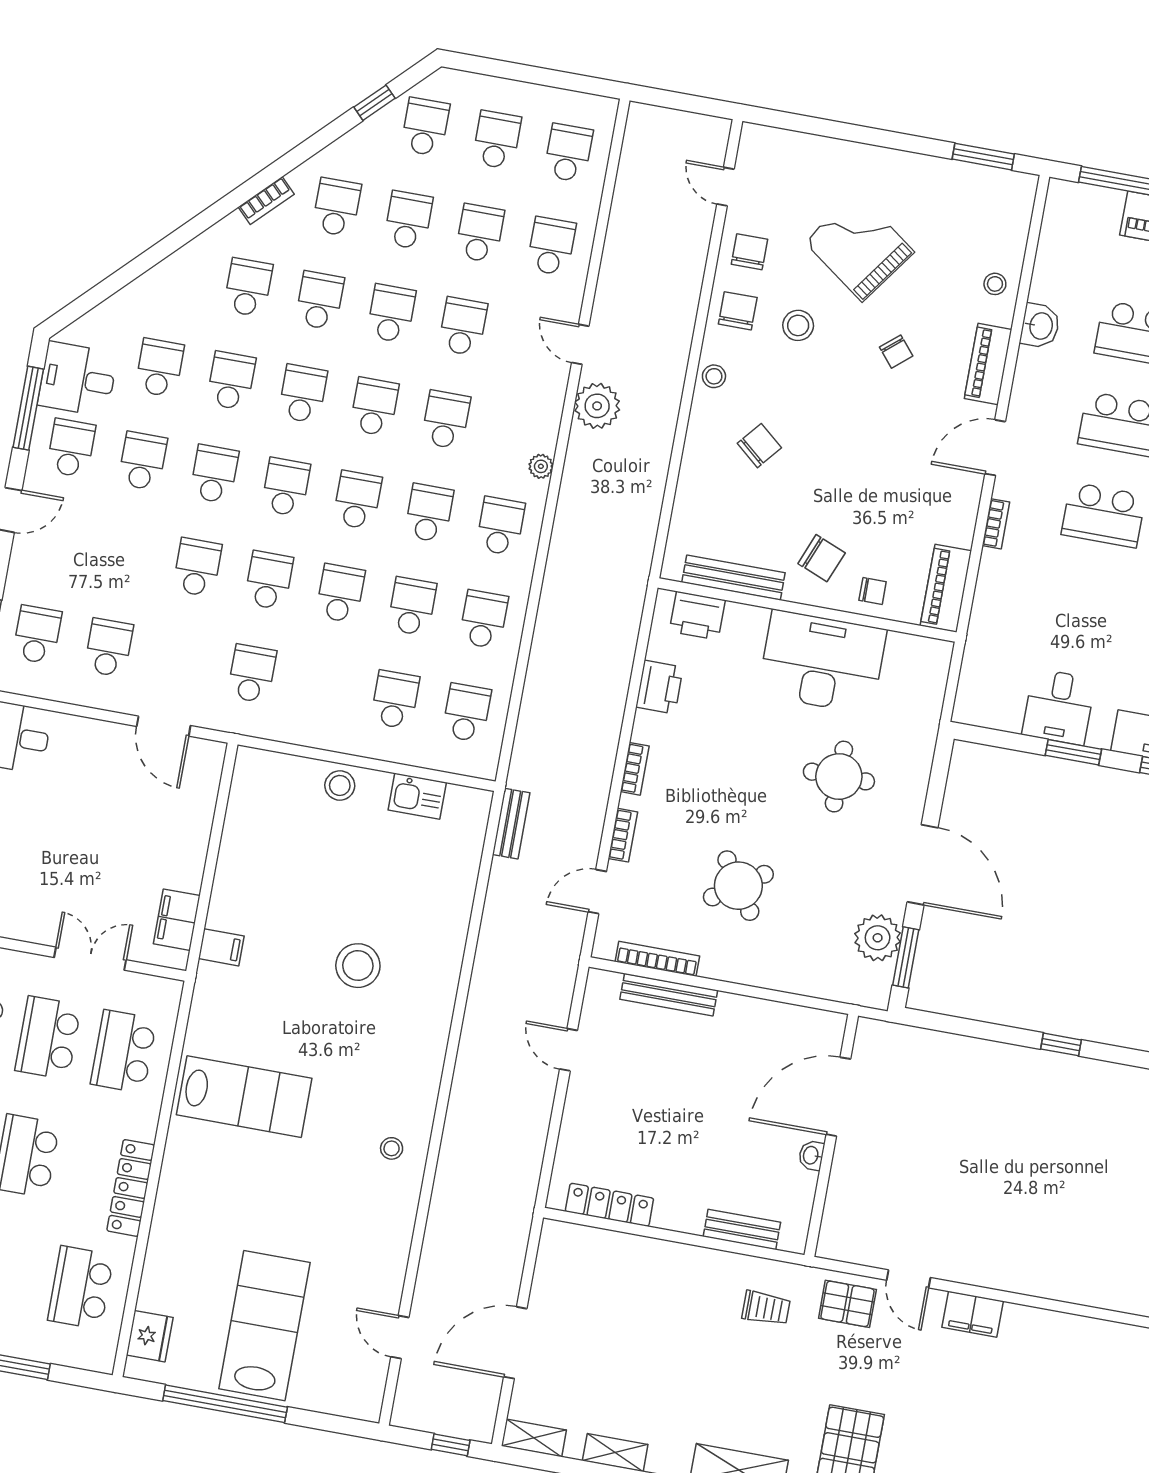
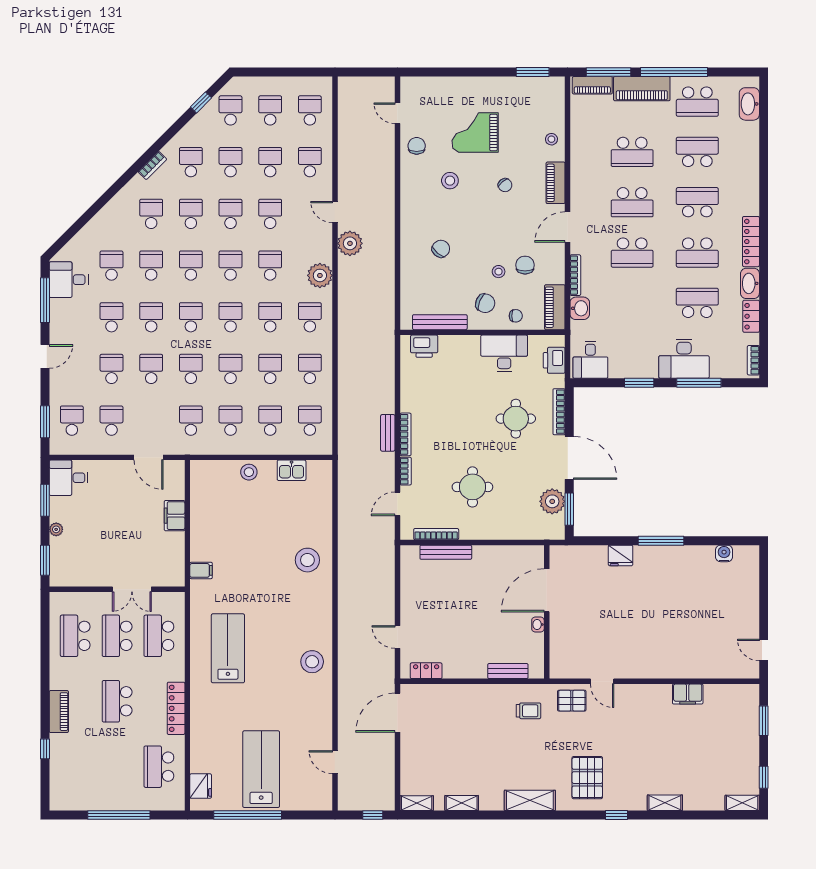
piano: (1086, 200) -> (592, 85), added
grand piano: (859, 247) -> (475, 133), turned -36
chair: (738, 311) -> (525, 265), moved
washbasin: (1040, 326) -> (580, 308), moved
stool: (714, 376) -> (499, 272), moved
school desk: (71, 448) -> (111, 369), moved
plant: (541, 466) -> (320, 275), width x1.87, depth x1.87
bookcase: (996, 524) -> (575, 275), width x1.56
desk: (822, 662) -> (504, 353), width x0.73, depth x0.77
school desk: (323, 687) -> (231, 421), added
printer: (659, 687) -> (554, 360), moved, turned 180
desk: (1059, 707) -> (590, 360), moved
bookcase: (635, 769) -> (405, 434), width x1.56
bookcase: (919, 778) -> (559, 412), added
bench: (511, 824) -> (388, 433), moved
round table: (738, 886) -> (472, 487), turned 34
filing cabinet: (177, 920) -> (175, 516), moved
double door: (90, 959) -> (132, 589), swing flipped
stool: (358, 966) -> (307, 560), moved
window: (1061, 1044) -> (661, 541), width x2.17
door: (569, 1050) -> (397, 637), moved
fridge: (983, 1058) -> (621, 555), added
lab bench: (244, 1097) -> (228, 648), turned -90
stool: (392, 1148) -> (312, 662), width x1.89, depth x1.89
locker: (609, 1205) -> (426, 671), width x0.66
filing cabinet: (973, 1314) -> (688, 694), moved
door: (515, 1343) -> (397, 713), moved

